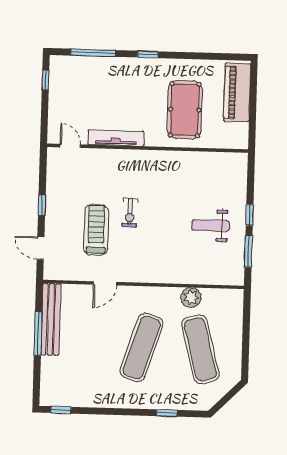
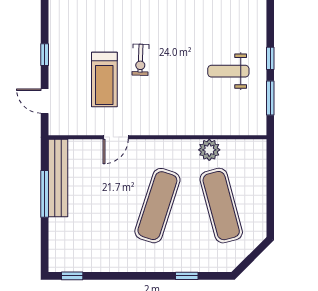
treadmill: (96, 230) -> (104, 80), turned 180

